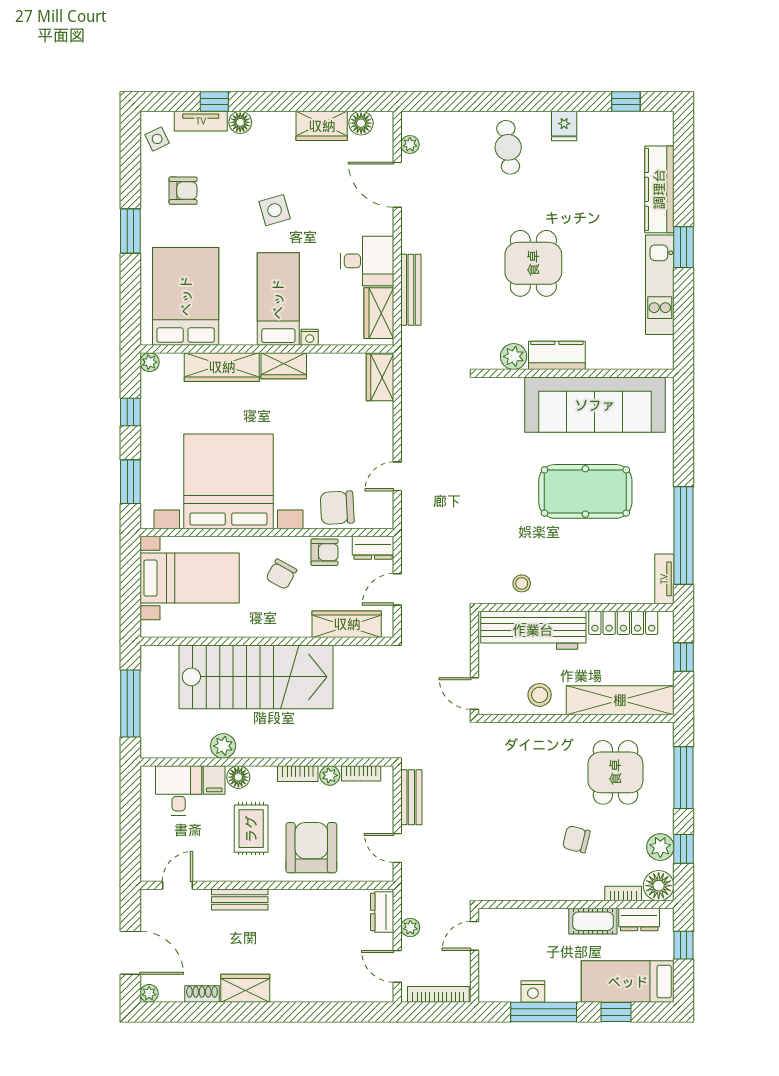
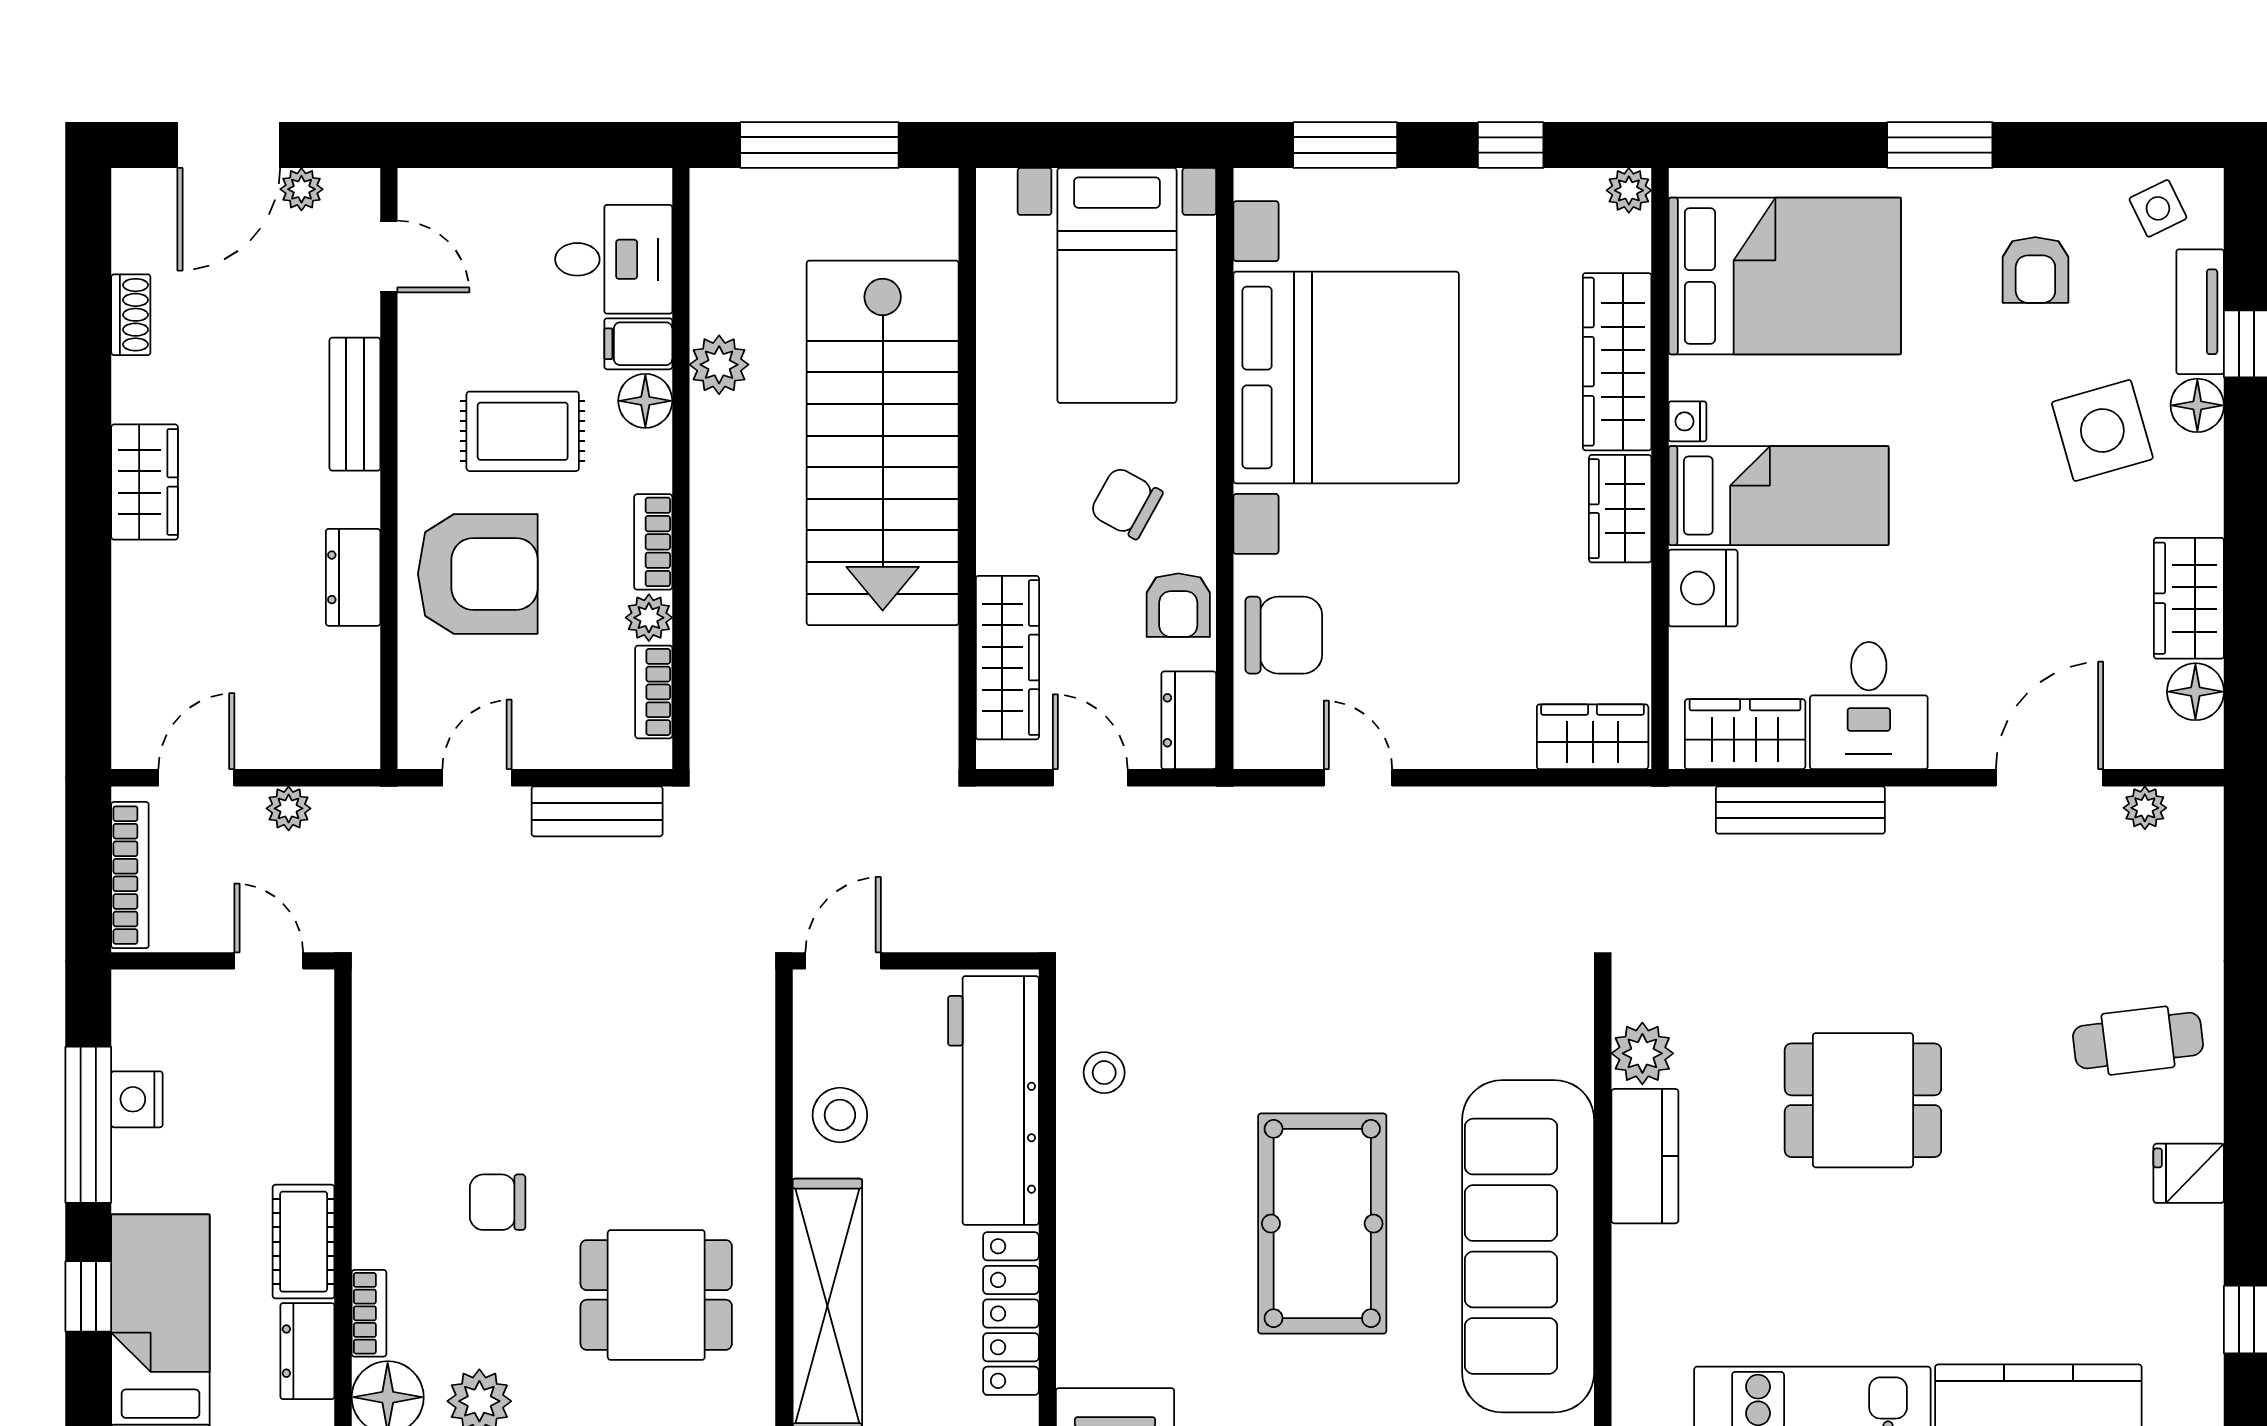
side table: (275, 210) -> (2102, 431), moved, width x1.37, depth x1.37
nightstand: (247, 337) -> (1688, 421), added
nightstand: (310, 337) -> (1703, 588), width x1.89, depth x1.79
chair: (337, 508) -> (1284, 635), turned 93
chair: (576, 839) -> (498, 1202), turned -104
dresser: (382, 912) -> (353, 577), moved, turned -90
wardrobe: (245, 988) -> (145, 482), moved
plant: (149, 993) -> (301, 189), moved

